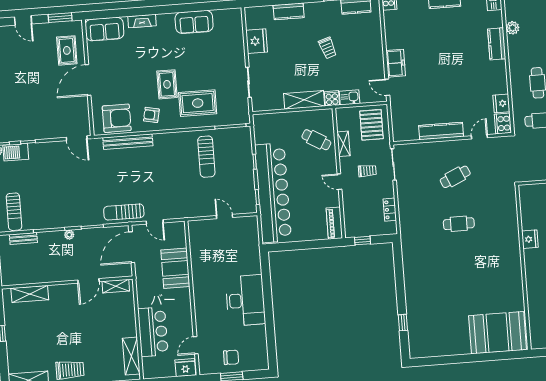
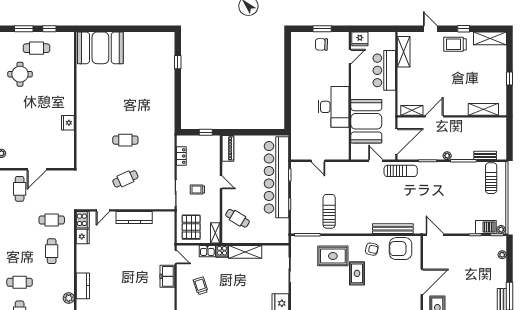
trolley: (328, 48) -> (201, 286), moved
shelving: (344, 144) -> (215, 233), moved
booth: (175, 268) -> (366, 121), width x1.36, depth x1.42
desk: (245, 300) -> (334, 107), moved, turned 180

